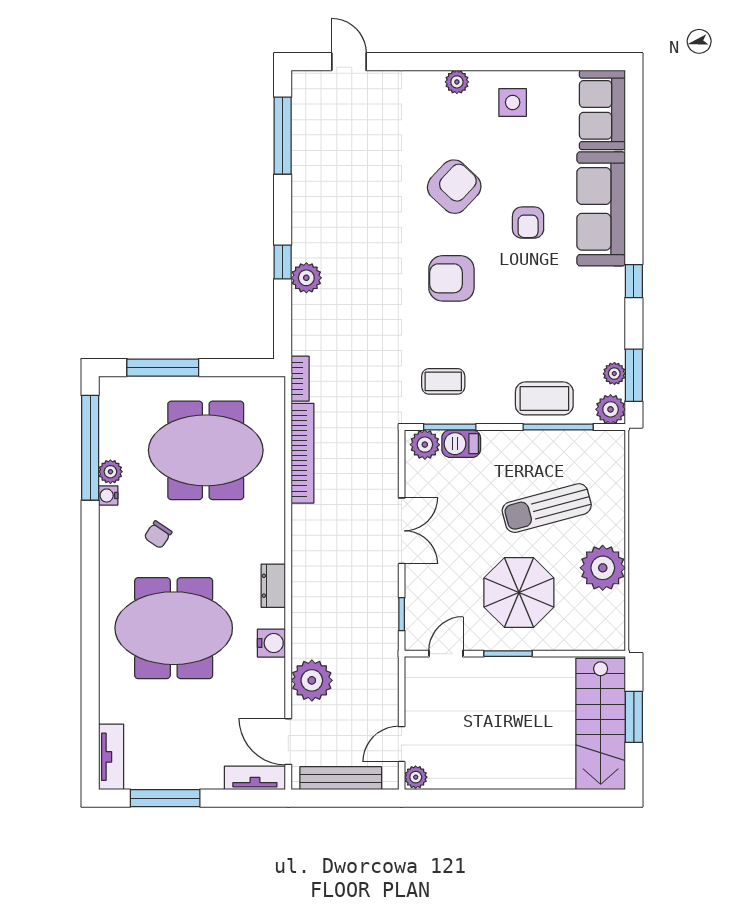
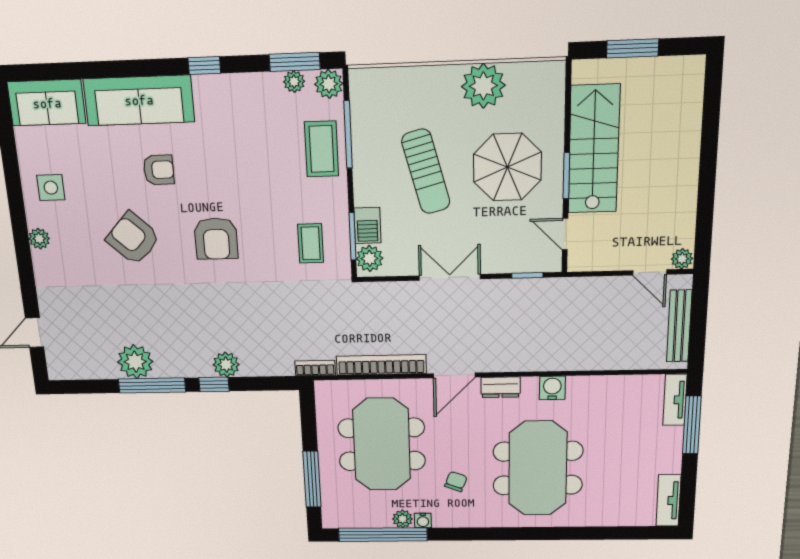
window: (283, 136) -> (152, 385), moved
sun lounger: (547, 508) -> (426, 172), moved
chair: (158, 535) -> (456, 482), turned -103
plant: (312, 680) -> (135, 362), moved
stairs: (601, 724) -> (594, 149), moved, turned -90
door: (288, 742) -> (454, 375), moved
tv unit: (111, 757) -> (668, 500), moved, turned -90
window: (165, 798) -> (692, 425), moved

